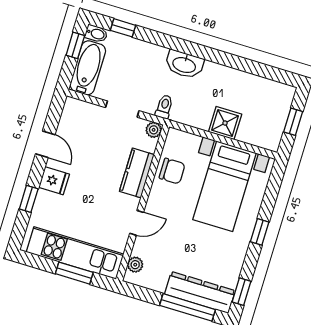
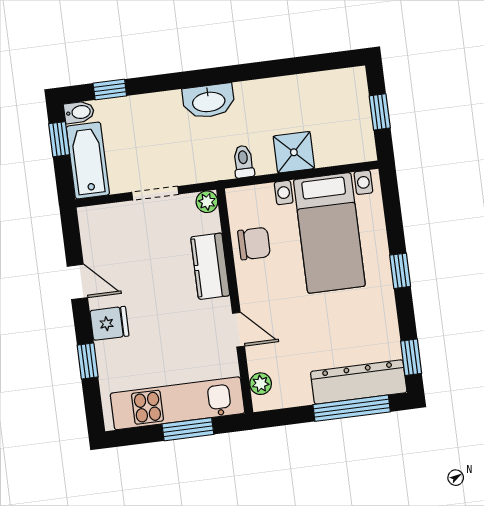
toilet: (164, 107) -> (243, 162), moved
door: (137, 223) -> (238, 330), hinge flipped

